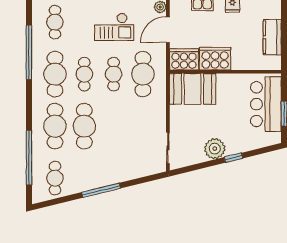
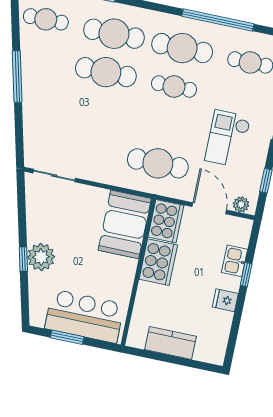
cafe table: (114, 74) -> (166, 125), removed
plant: (215, 149) -> (41, 257), moved

